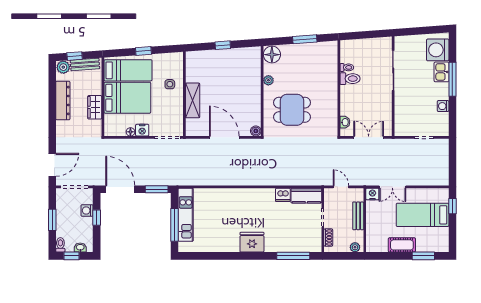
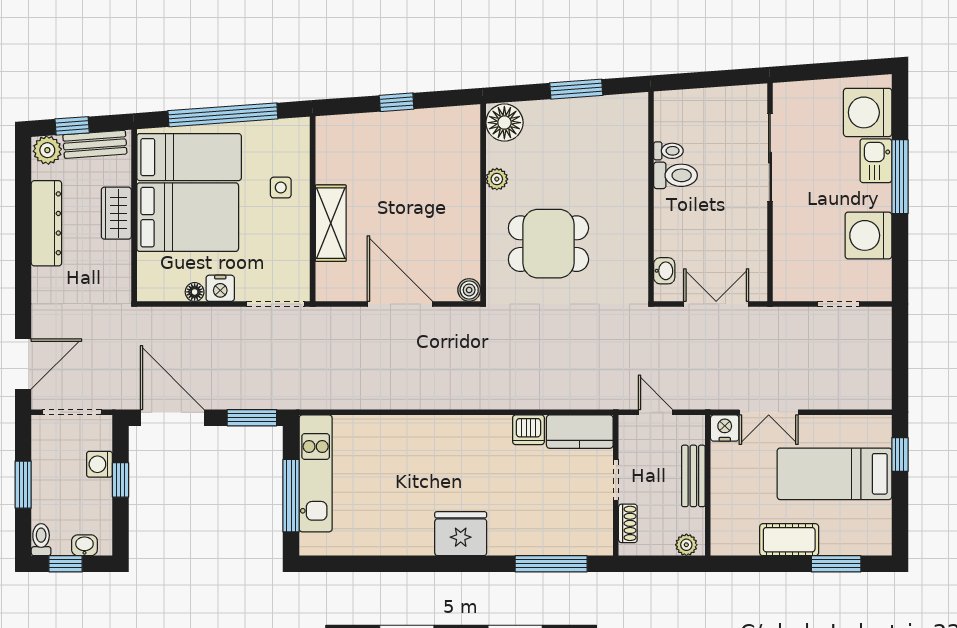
window: (143, 51) -> (223, 115), width x3.17
washing machine: (443, 106) -> (868, 235), width x1.89, depth x1.89
wardrobe: (95, 107) -> (116, 213), moved

